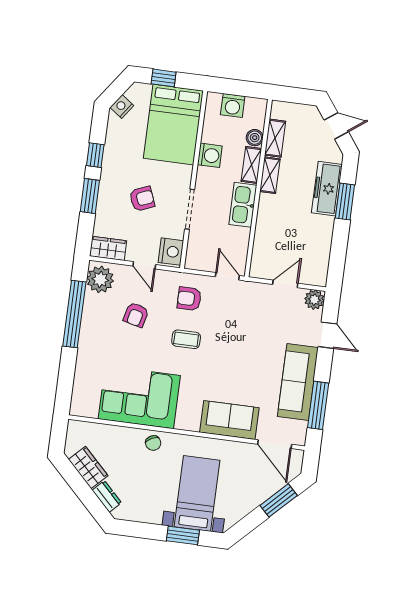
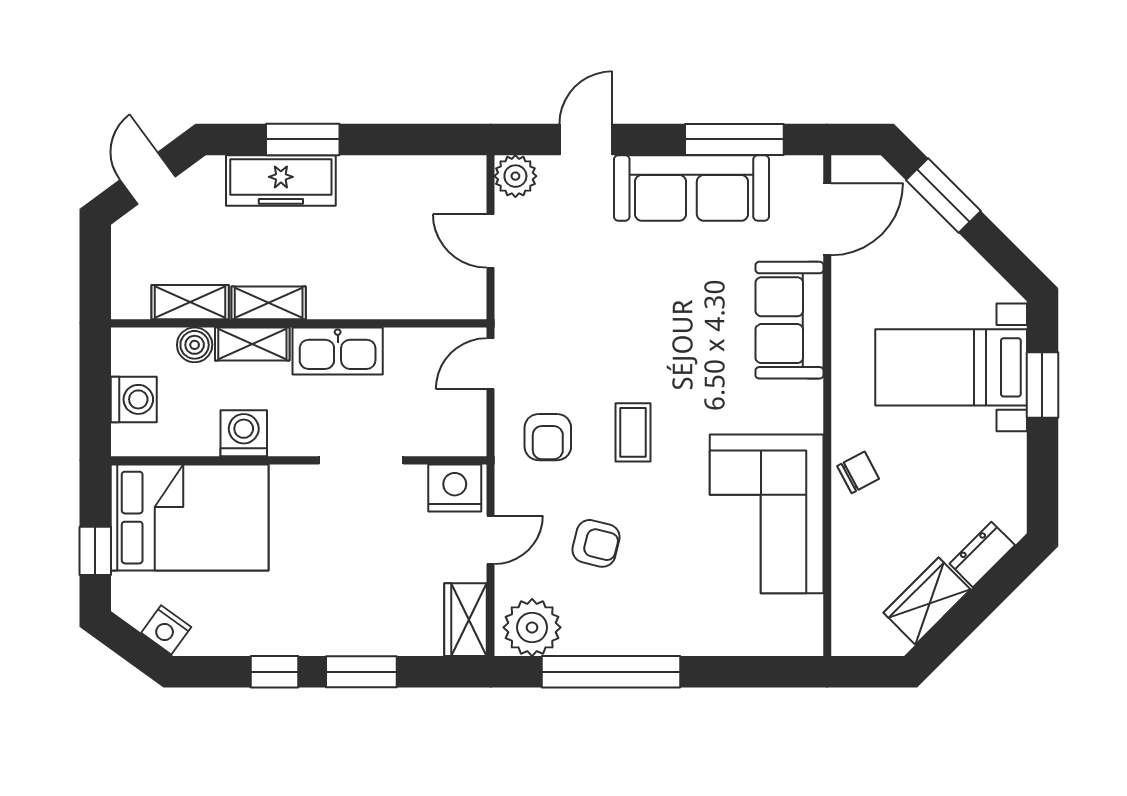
armchair: (142, 199) -> (353, 562), removed

